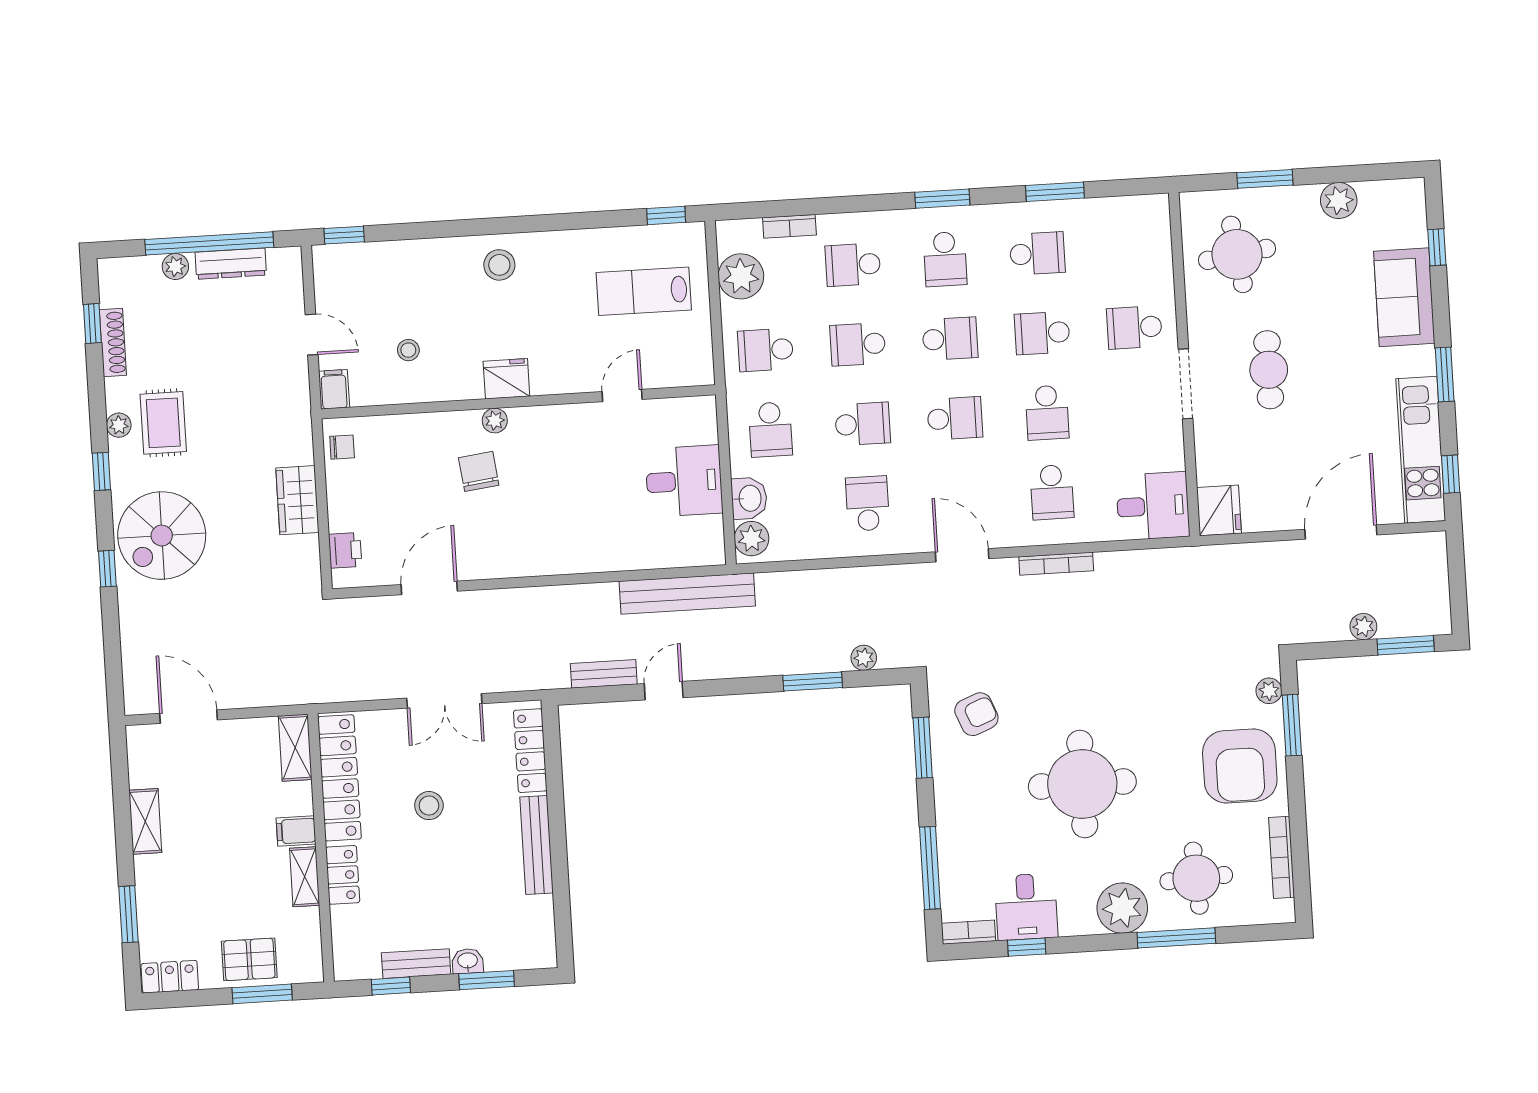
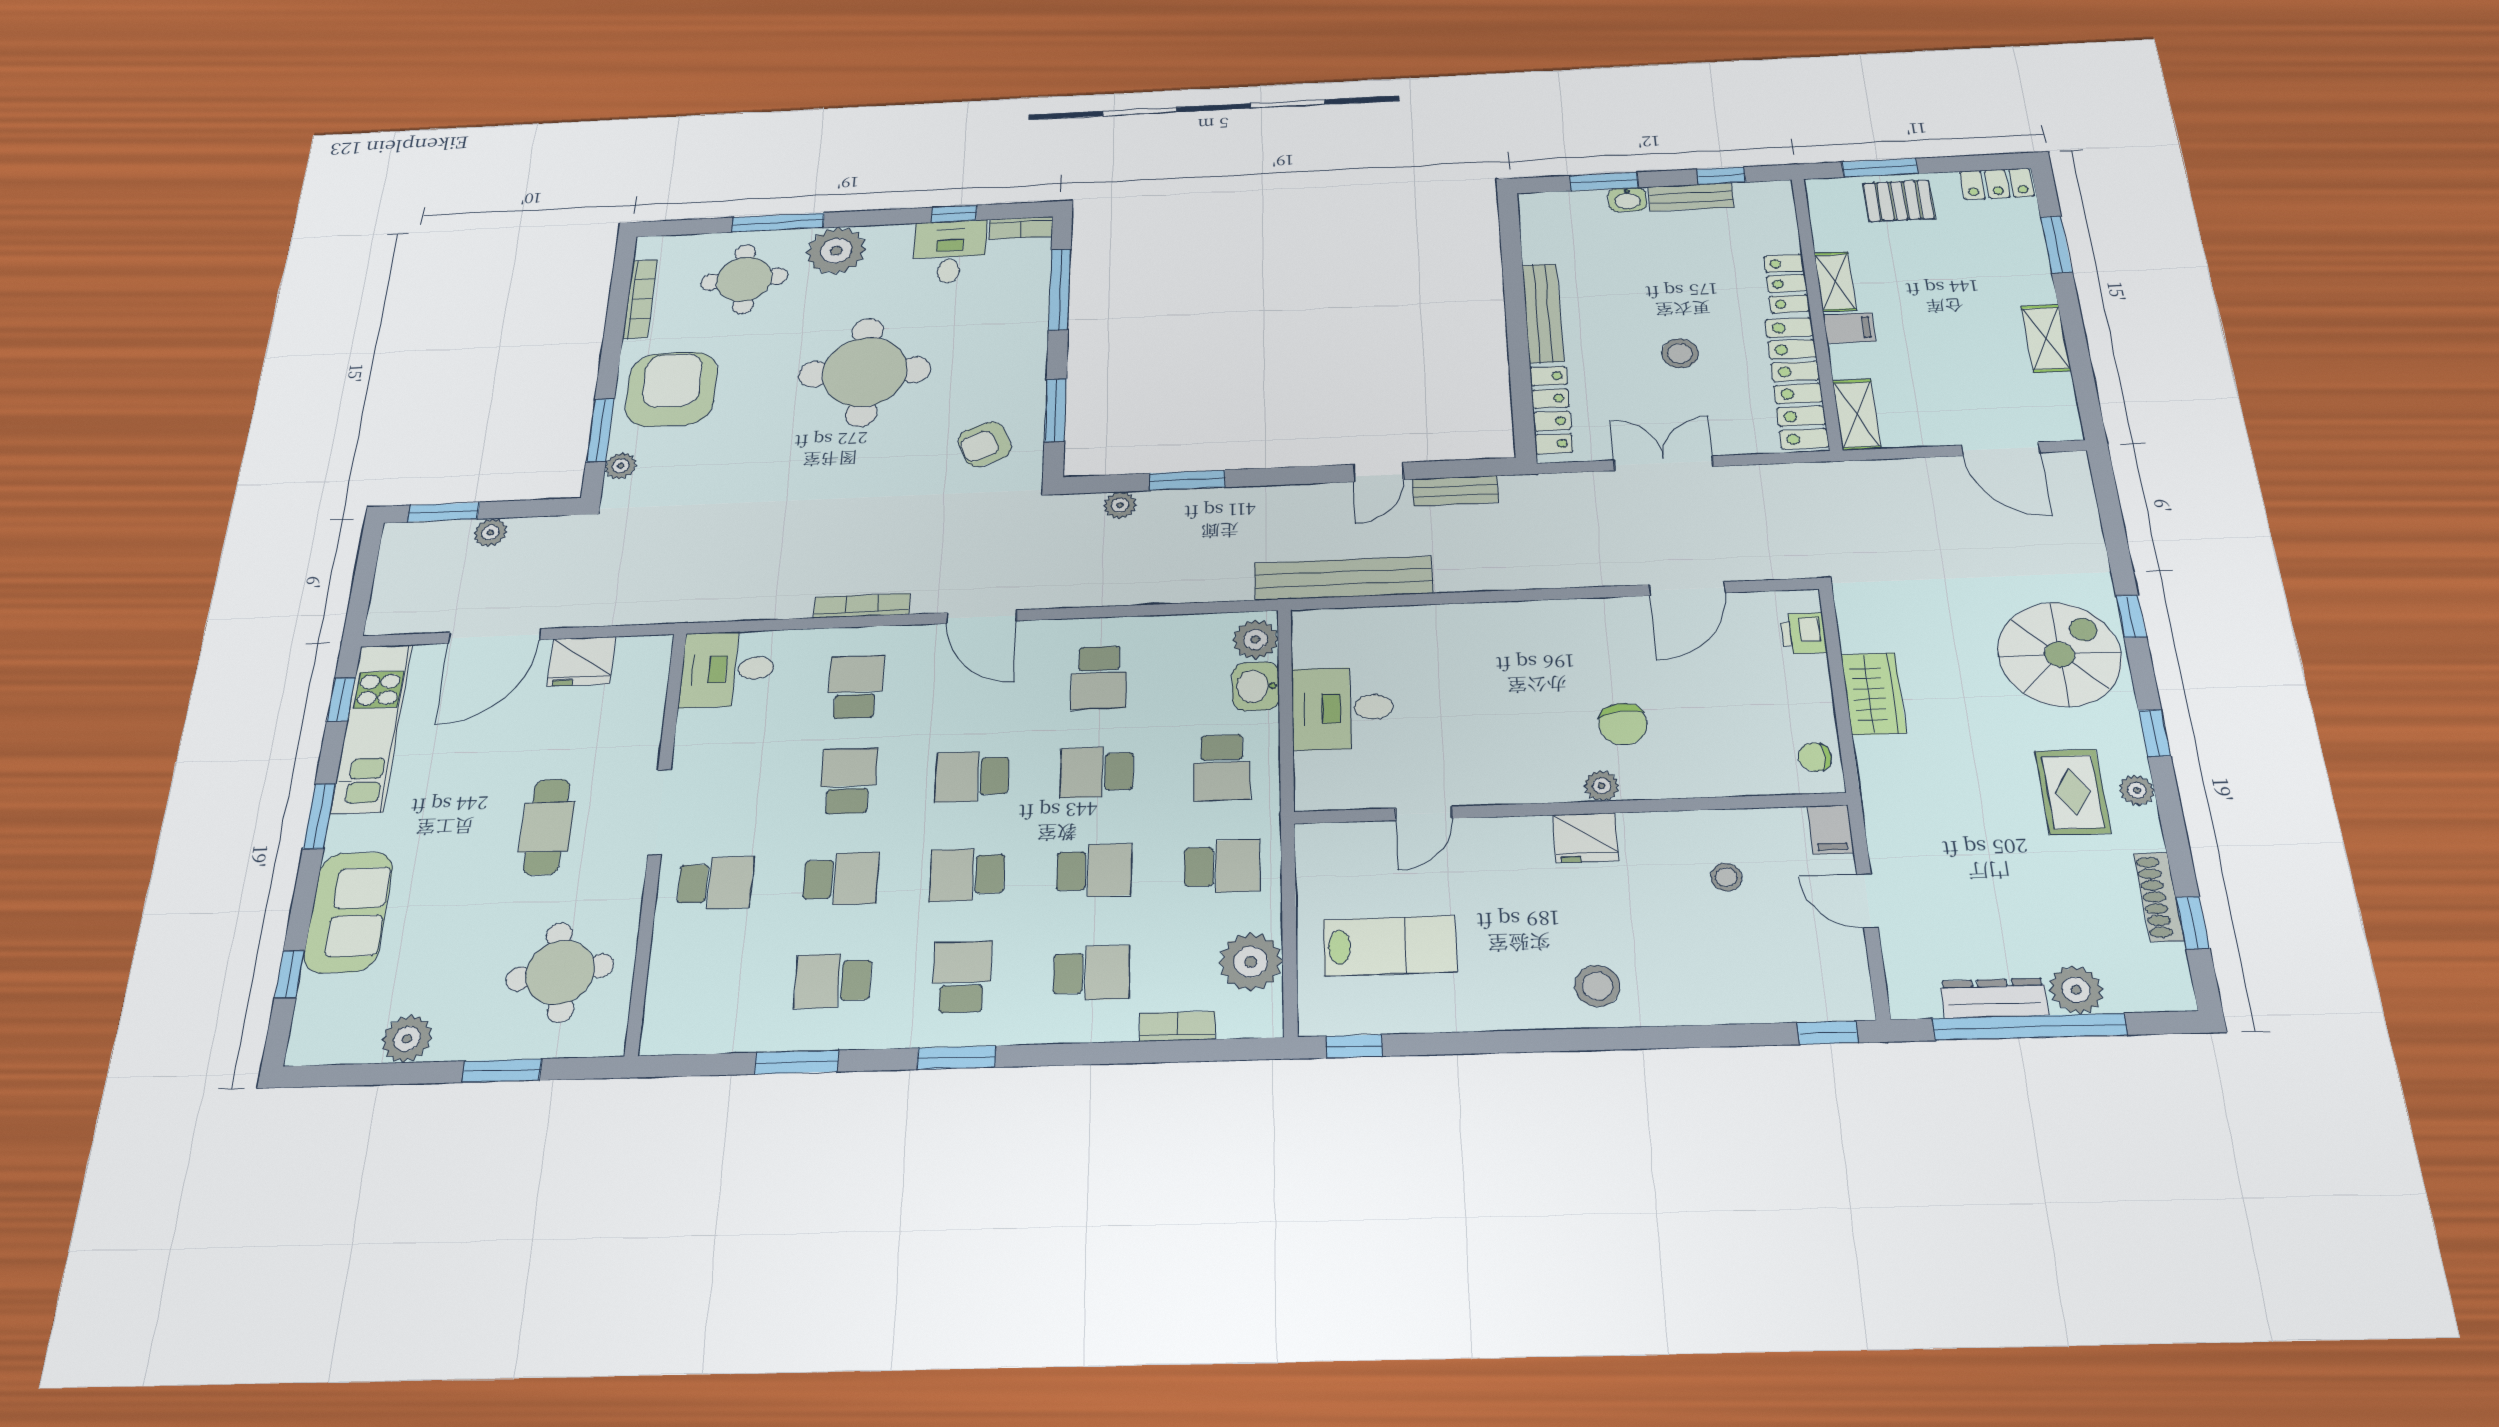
plant: (175, 267) -> (2076, 990), width x1.38, depth x1.38
school desk: (770, 430) -> (1222, 768), turned 180
fridge: (1219, 510) -> (581, 661), moved, turned -90

